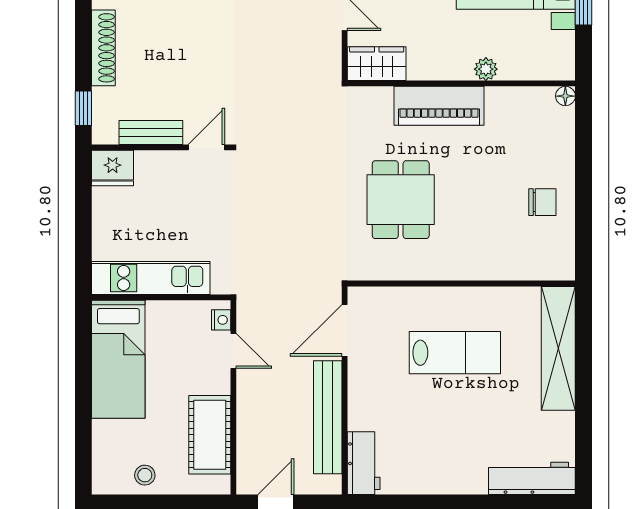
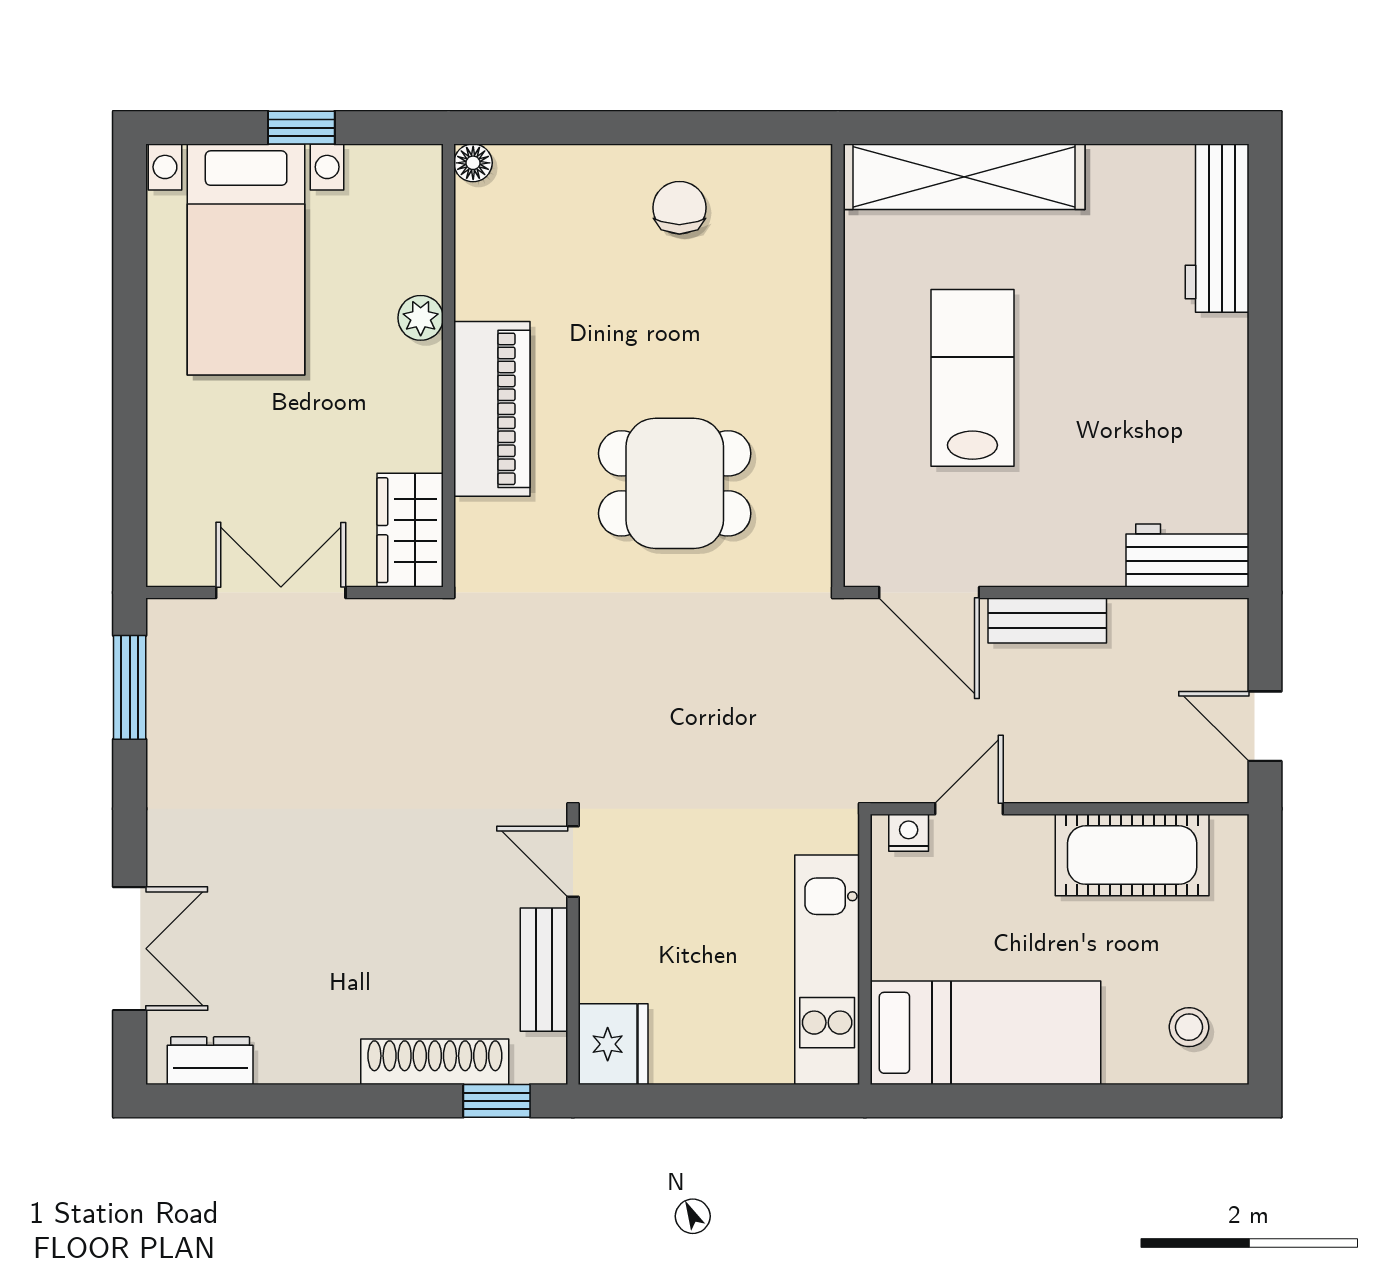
shoe rack: (103, 48) -> (435, 1062), moved
bench: (328, 417) -> (1047, 621), width x0.54, depth x0.82
stool: (145, 475) -> (1189, 1027), moved

